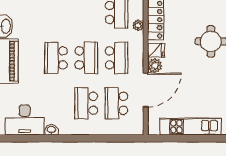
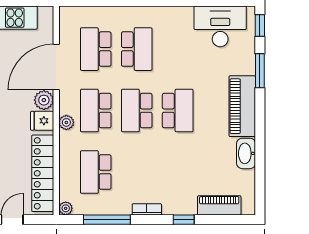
plant: (138, 25) -> (66, 122), moved
school desk: (116, 103) -> (96, 49), turned 180
washbasin: (51, 130) -> (184, 13), removed

